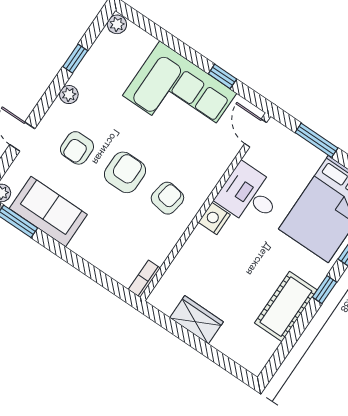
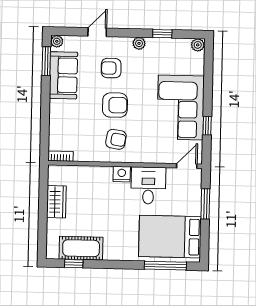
window: (325, 290) -> (74, 264), moved
cot: (286, 307) -> (81, 248), moved

